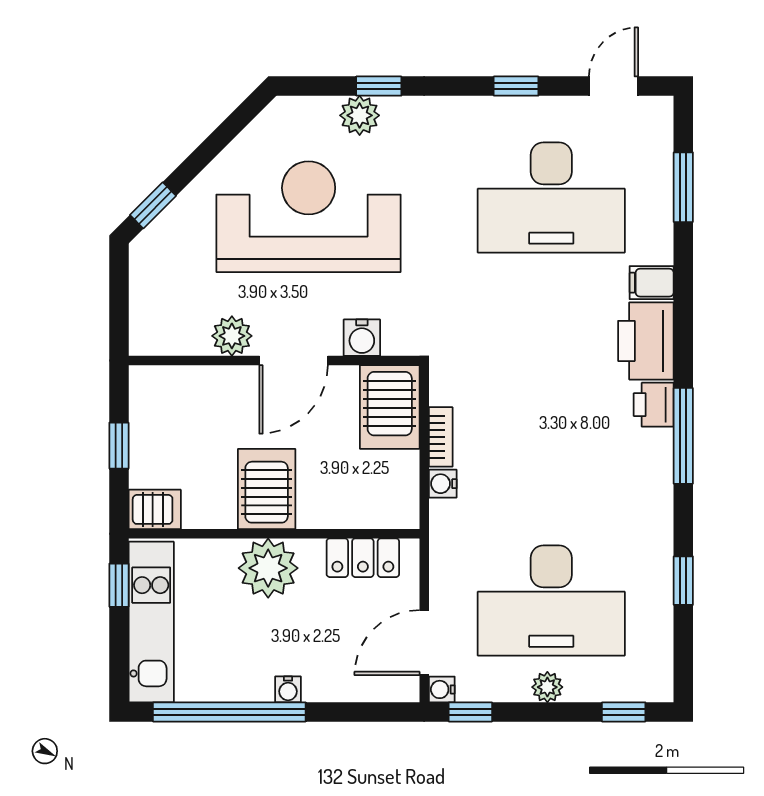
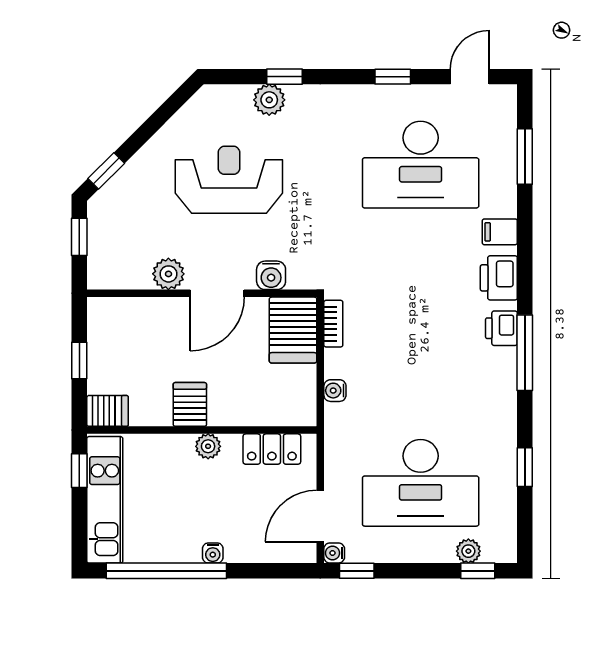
reception desk: (309, 217) -> (229, 180), width x0.74, depth x0.77
window: (119, 289) -> (79, 237), added
printer: (646, 341) -> (499, 278), width x0.73, depth x0.84
bookcase: (441, 437) -> (333, 324), moved
server rack: (267, 489) -> (190, 404), width x0.73, depth x0.70
plant: (268, 568) -> (208, 446), width x0.53, depth x0.53
plant: (547, 687) -> (468, 551), moved

